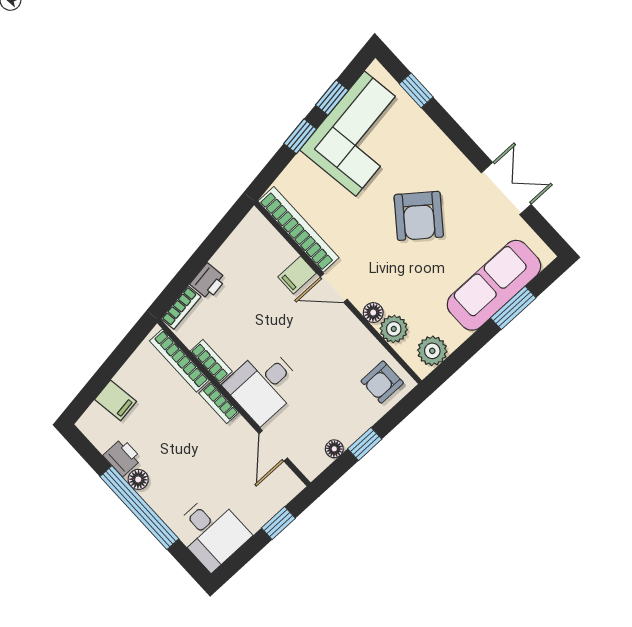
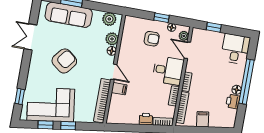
armchair: (382, 382) -> (152, 39), moved
filing cabinet: (116, 400) -> (203, 119), moved
door: (273, 446) -> (187, 50), swing flipped
plant: (303, 459) -> (184, 36), added

